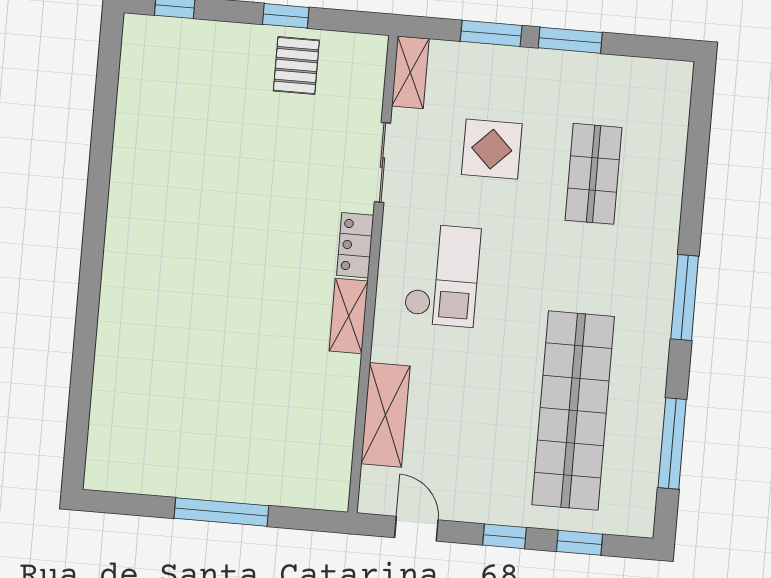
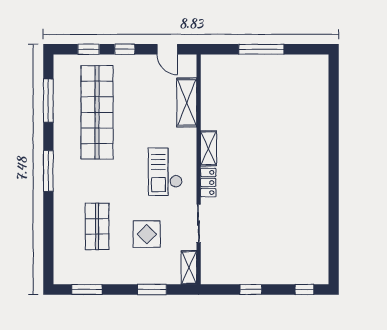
window: (570, 40) -> (87, 289), moved
pallet: (296, 65) -> (244, 266), removed

